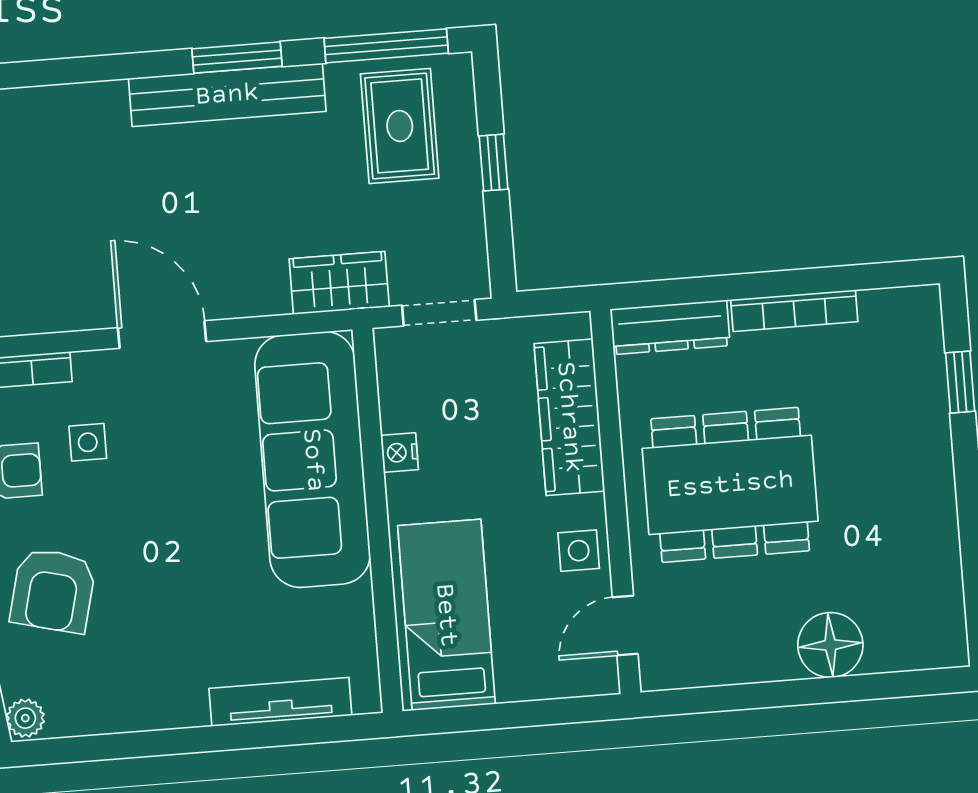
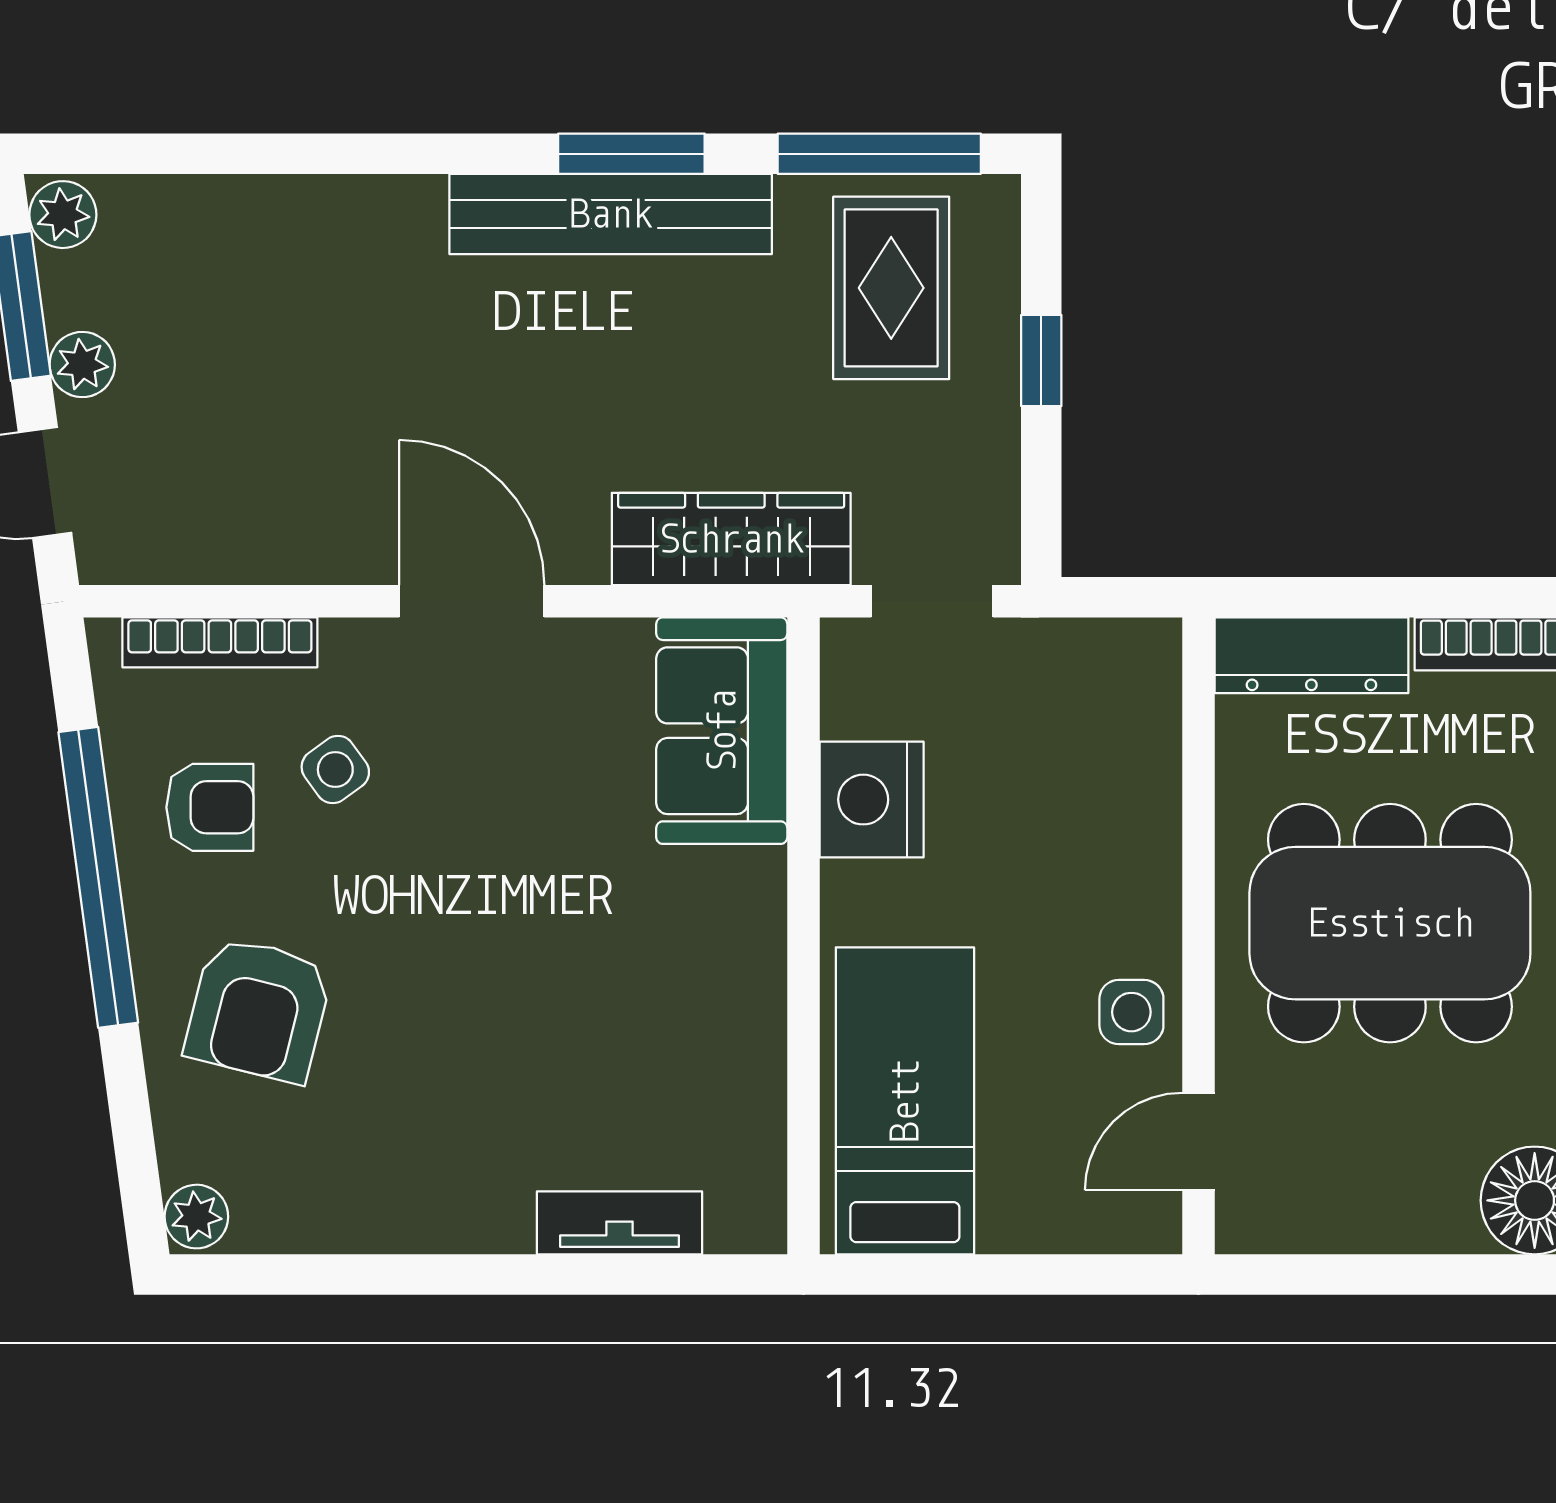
wardrobe: (339, 283) -> (731, 539), width x1.50
wardrobe: (569, 417) -> (1134, 791), removed
side table: (88, 442) -> (335, 770), turned -36
nightstand: (400, 453) -> (872, 800), width x1.89, depth x1.79
sofa: (313, 460) -> (722, 731), width x0.54, depth x0.79
tv unit: (280, 702) -> (620, 1223), width x0.71

